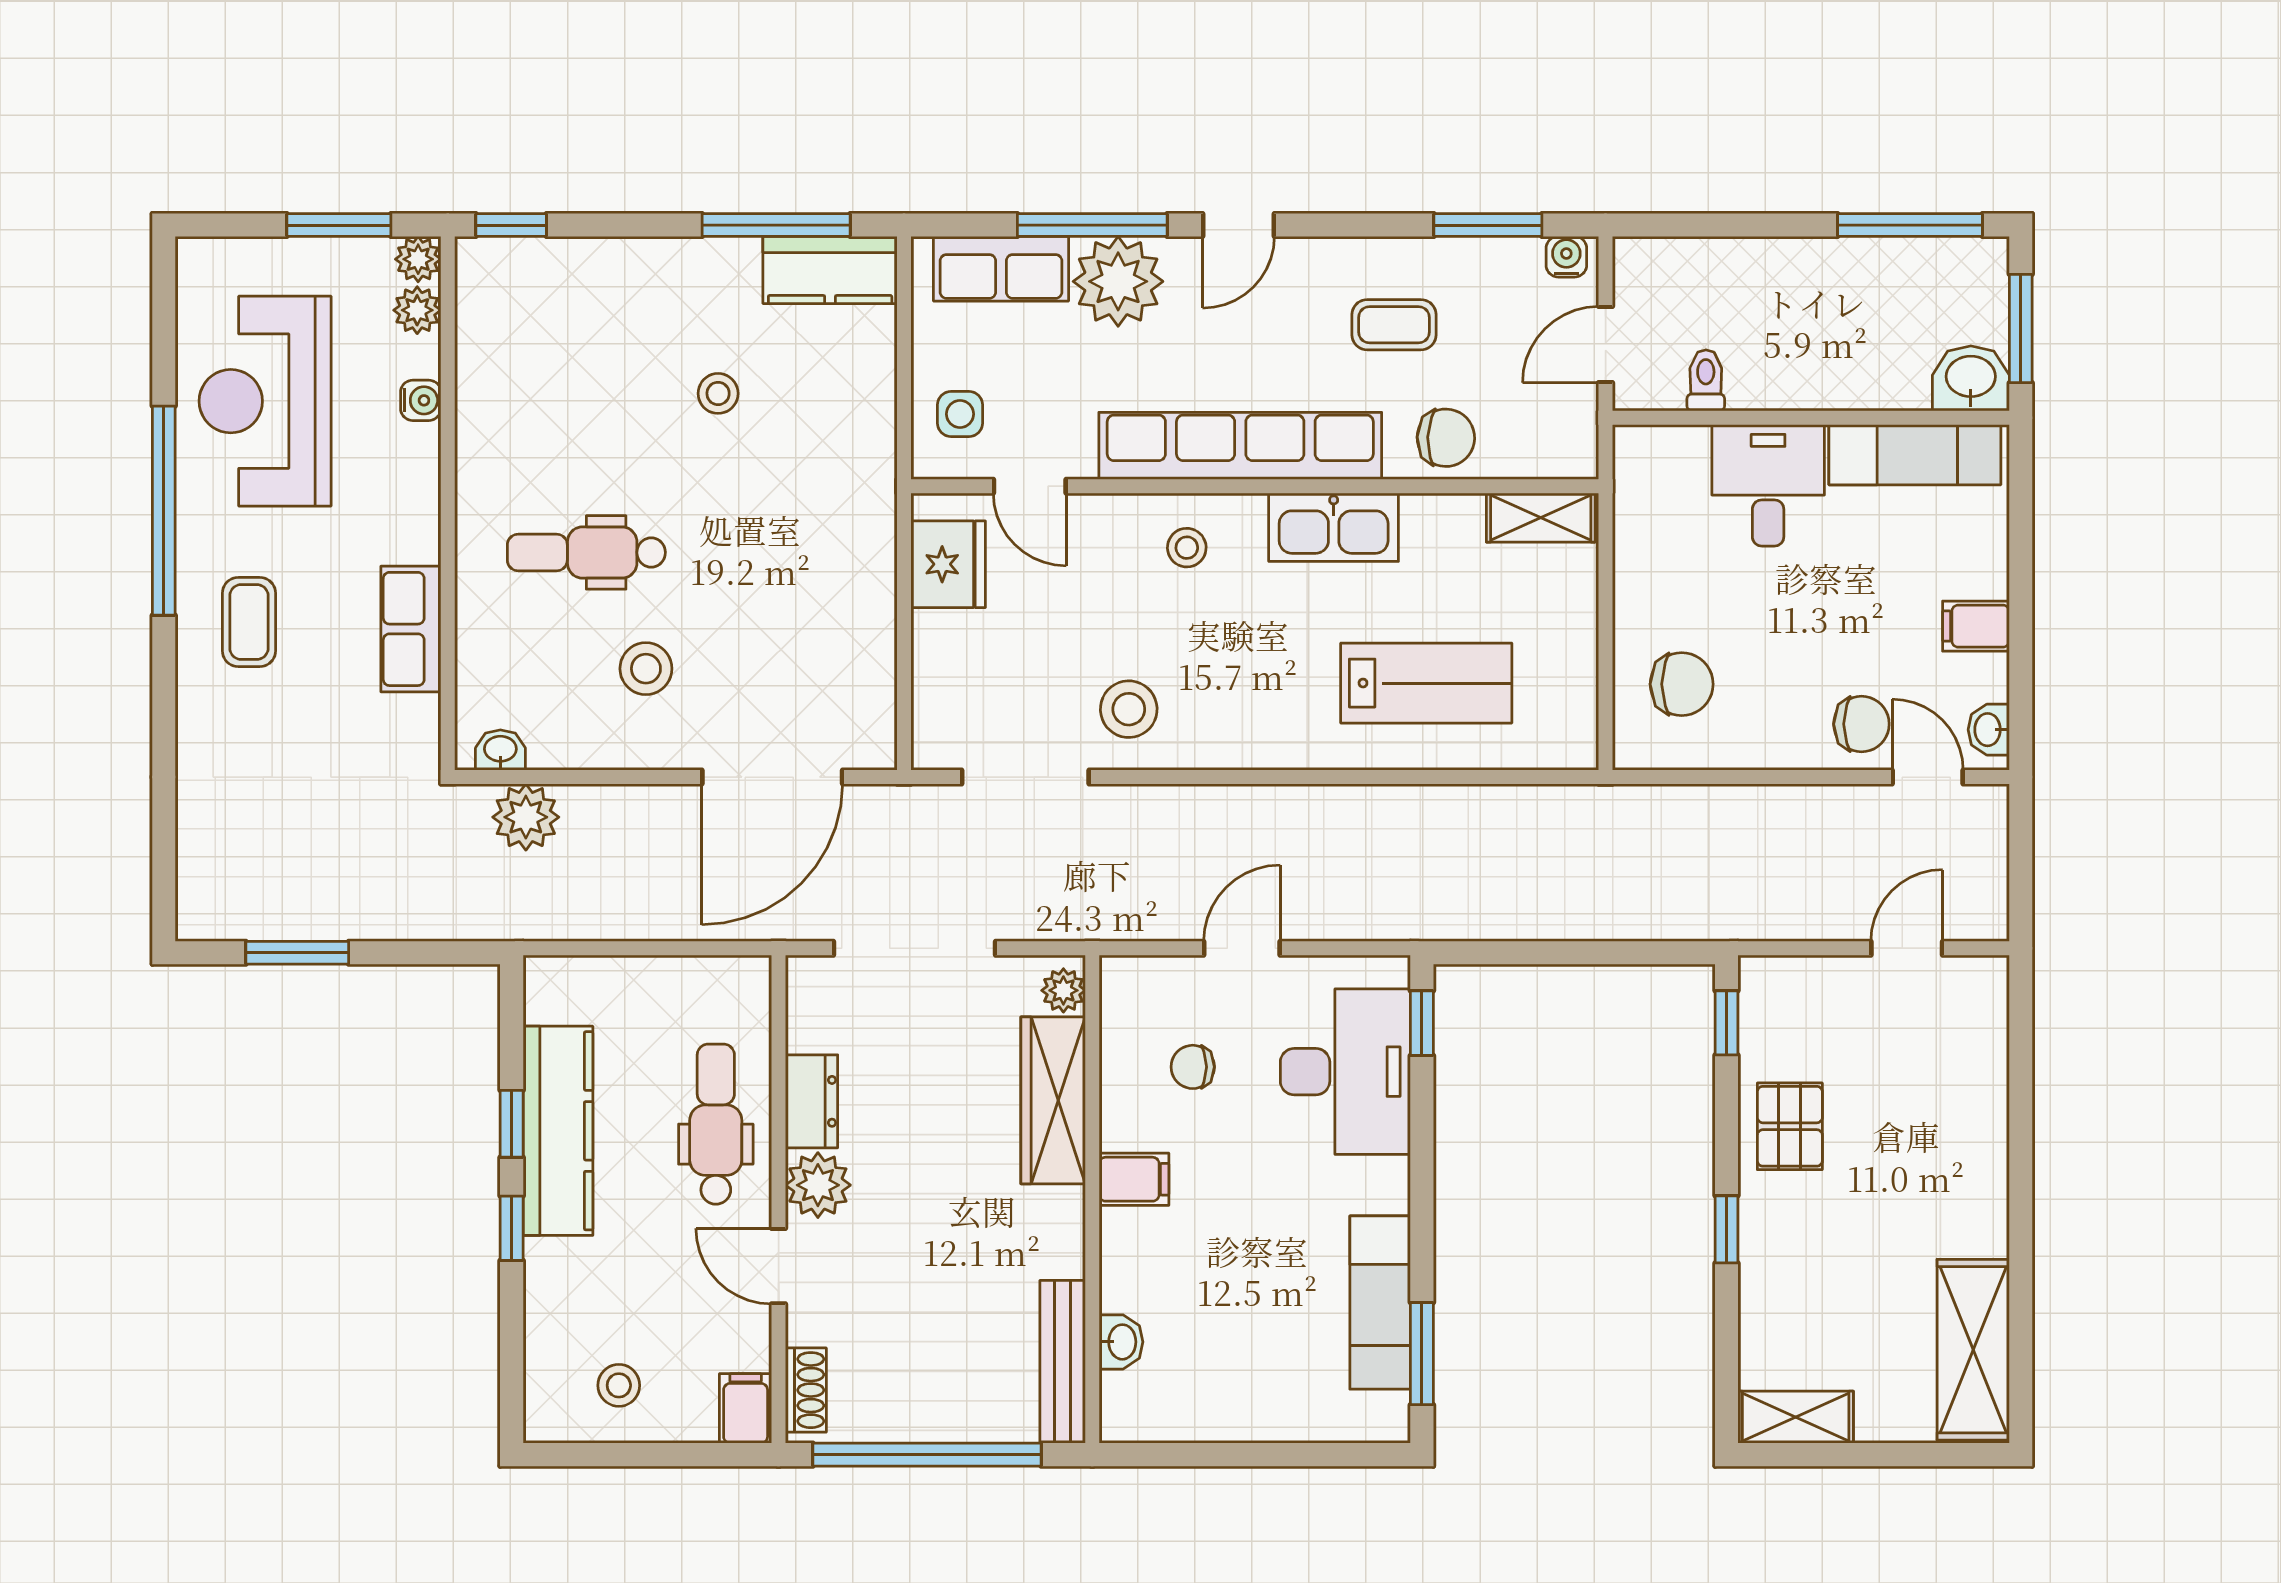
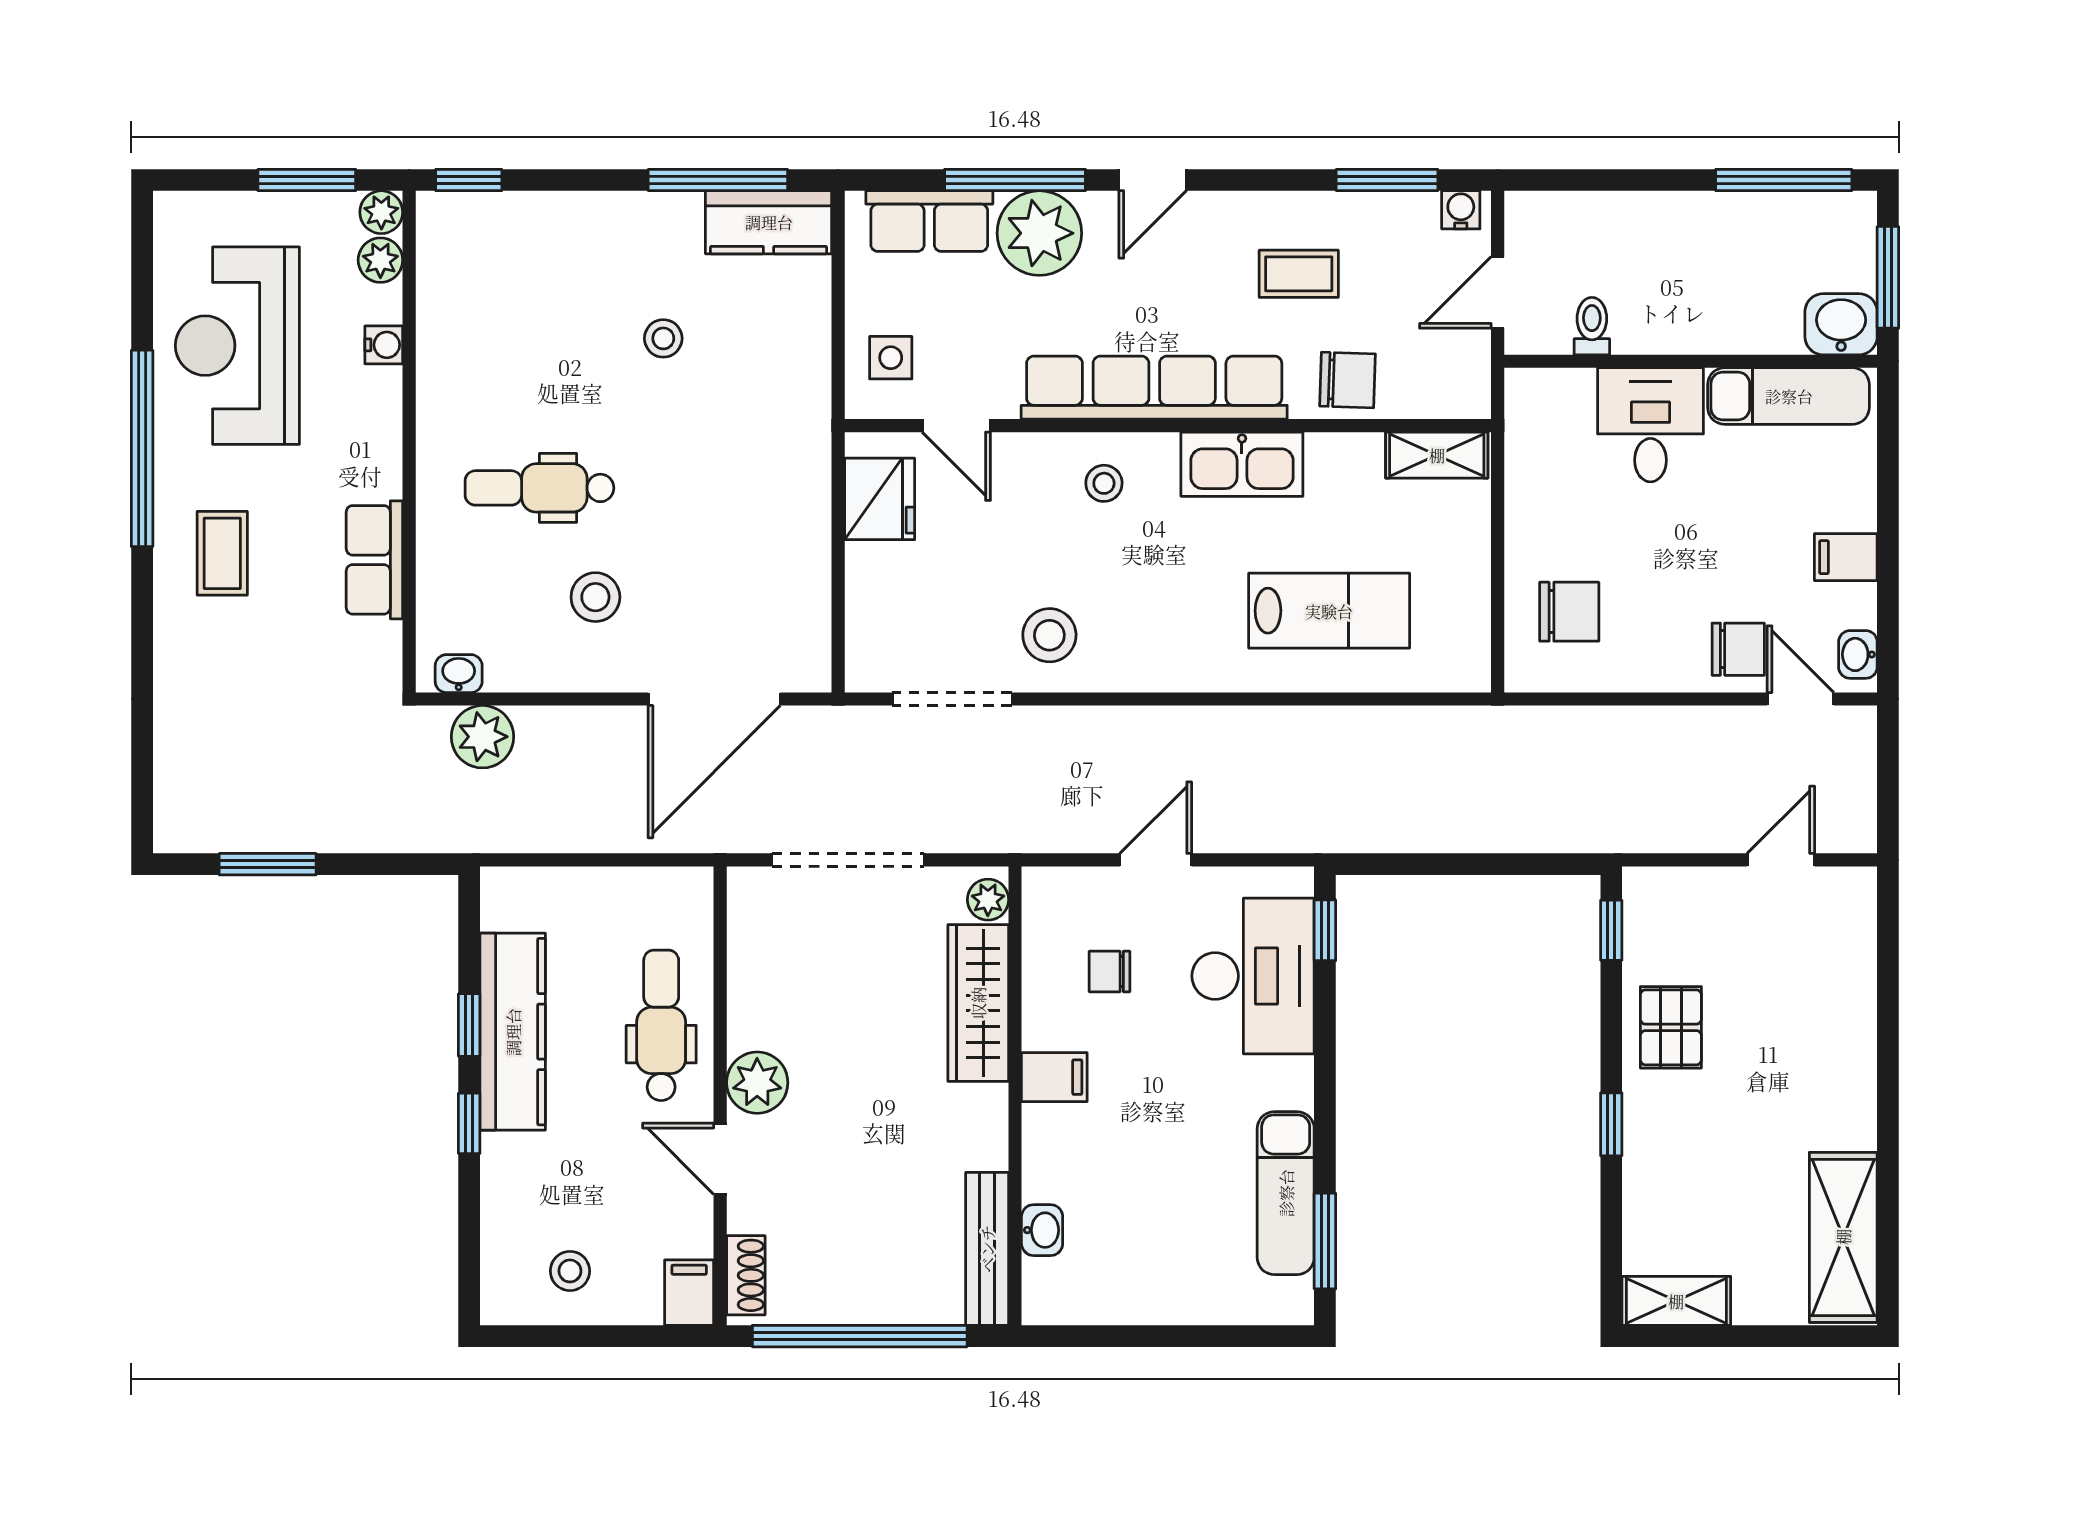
dresser: (812, 1101) -> (751, 1004), removed

